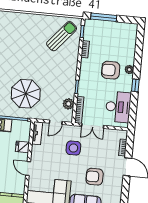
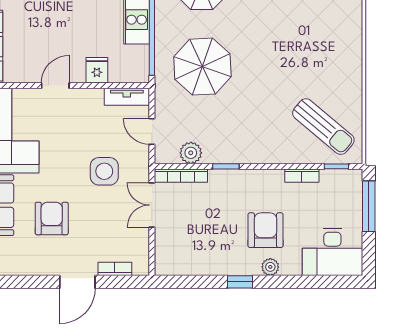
desk: (118, 107) -> (332, 252), moved

